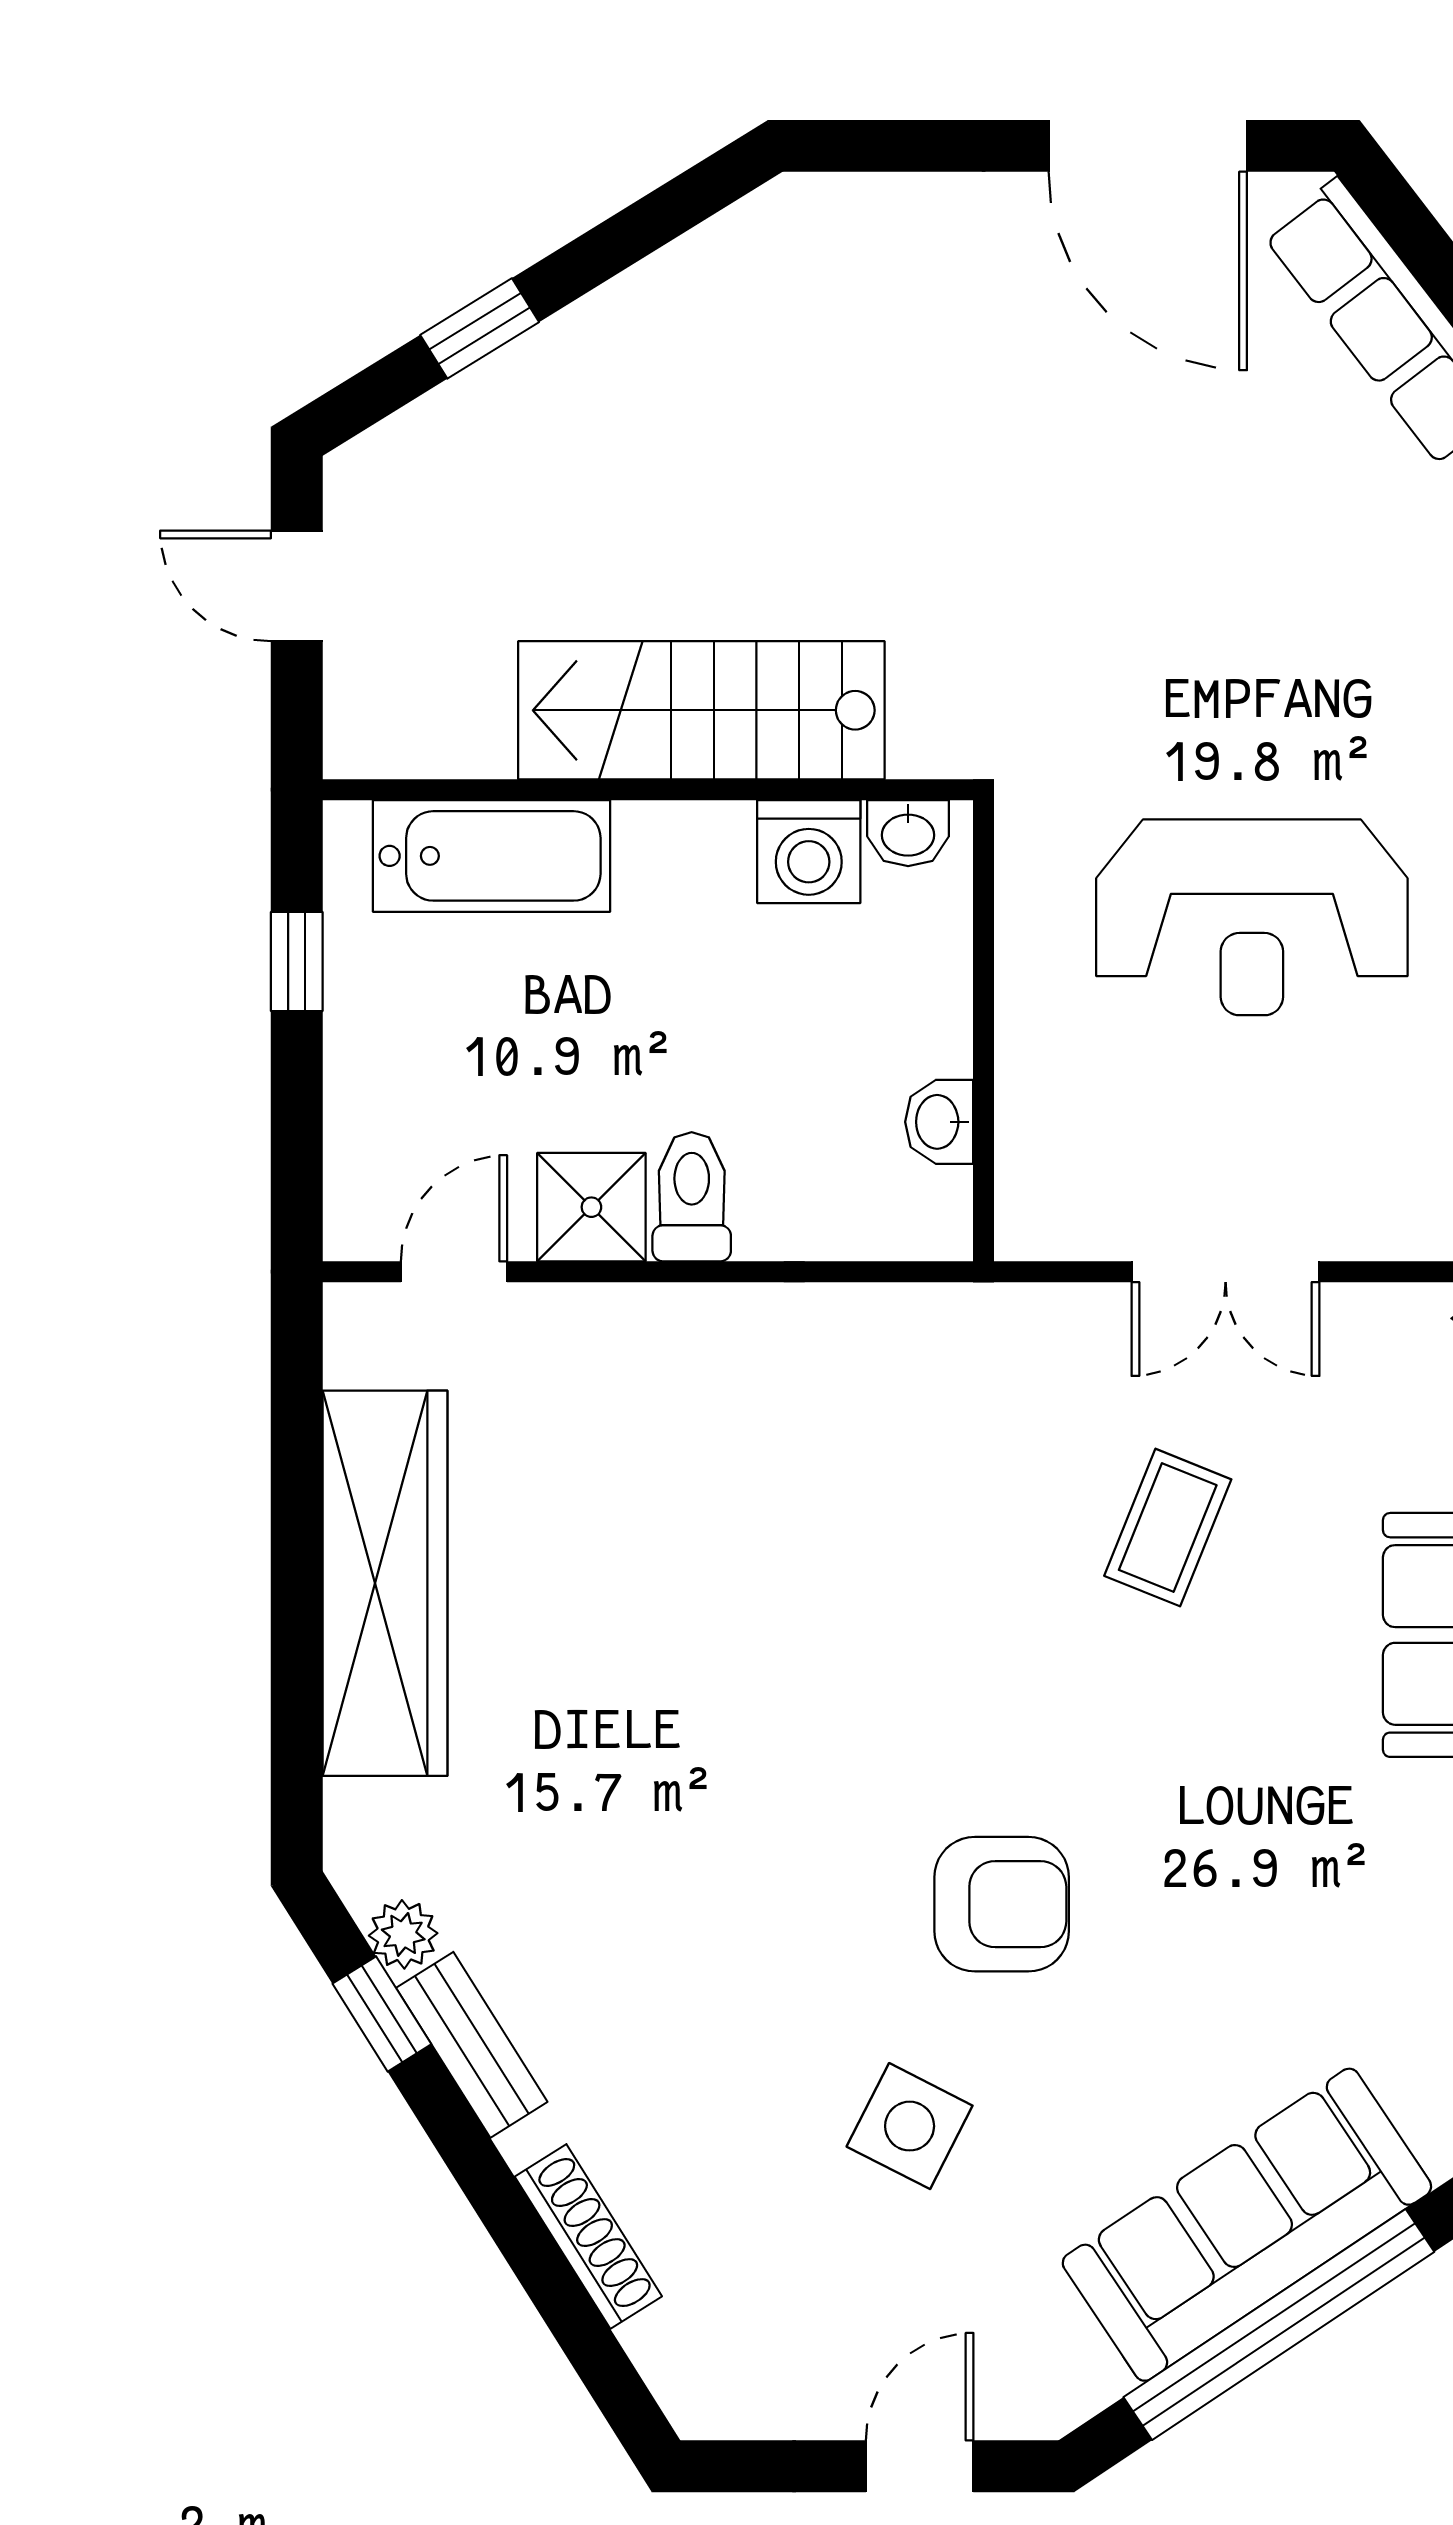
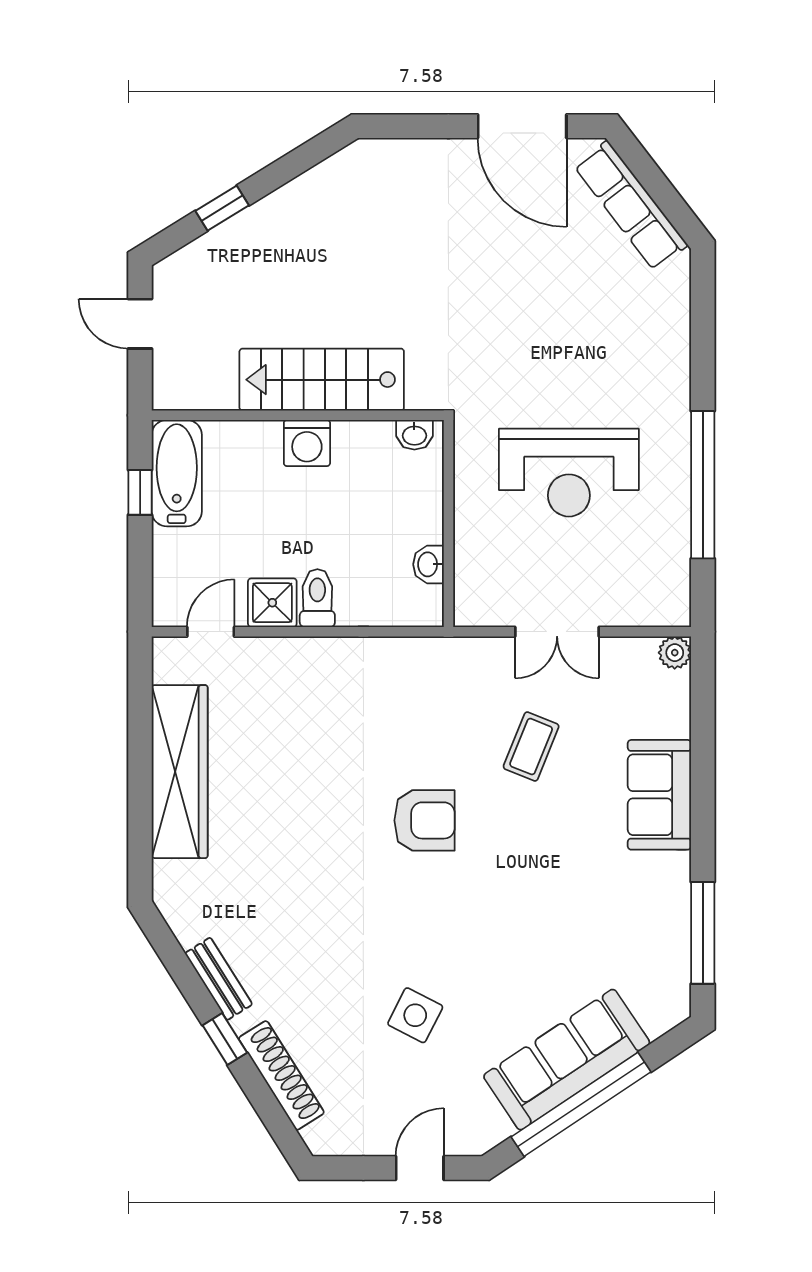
washing machine: (809, 852) -> (307, 443), moved
bathtub: (492, 856) -> (177, 473), moved, turned -90
armchair: (1002, 1904) -> (425, 820), moved
plant: (403, 1934) -> (188, 929), removed
window: (382, 2014) -> (225, 1039), moved
shoe rack: (588, 2236) -> (281, 1075), width x1.36, depth x1.24

